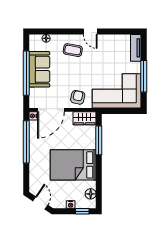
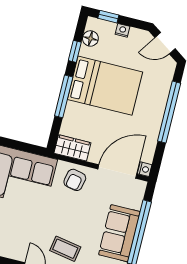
window: (99, 140) -> (64, 96), moved
window: (26, 142) -> (169, 112), moved
window: (99, 183) -> (75, 51), added
door: (40, 203) -> (165, 43), hinge flipped

